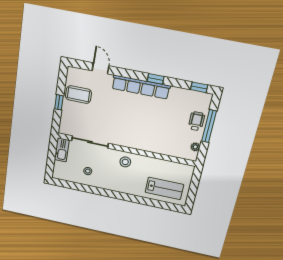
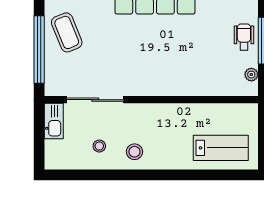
coffee table: (78, 95) -> (67, 32), turned 68
window: (59, 102) -> (39, 49), width x3.17
stool: (125, 162) -> (135, 152), moved

